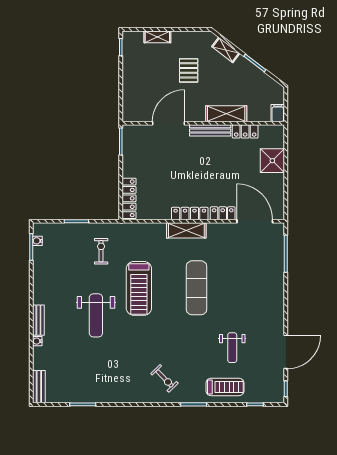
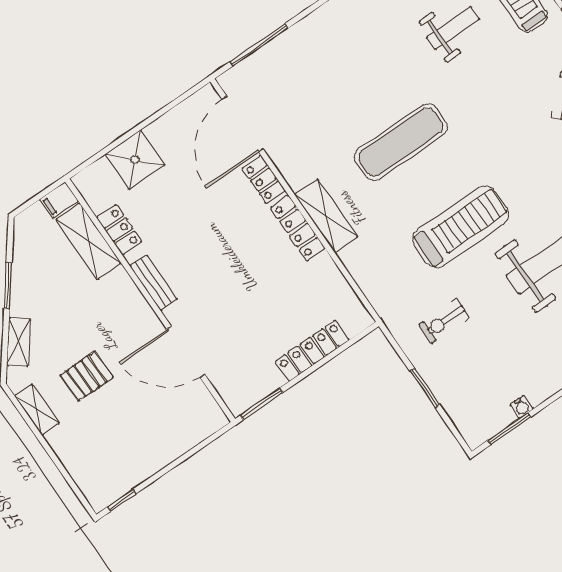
shelving: (157, 37) -> (37, 410), moved
shelving: (226, 114) -> (89, 241), moved
bench: (210, 130) -> (154, 283), width x0.73
locker: (129, 198) -> (312, 351), moved
water cooler: (37, 241) -> (522, 407), moved

